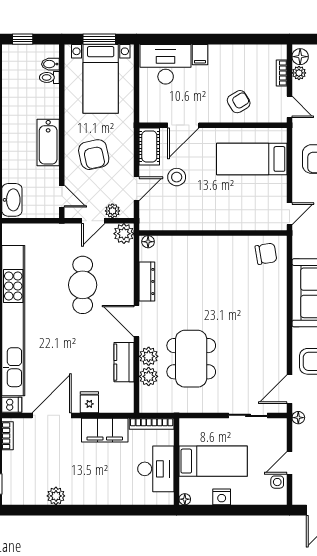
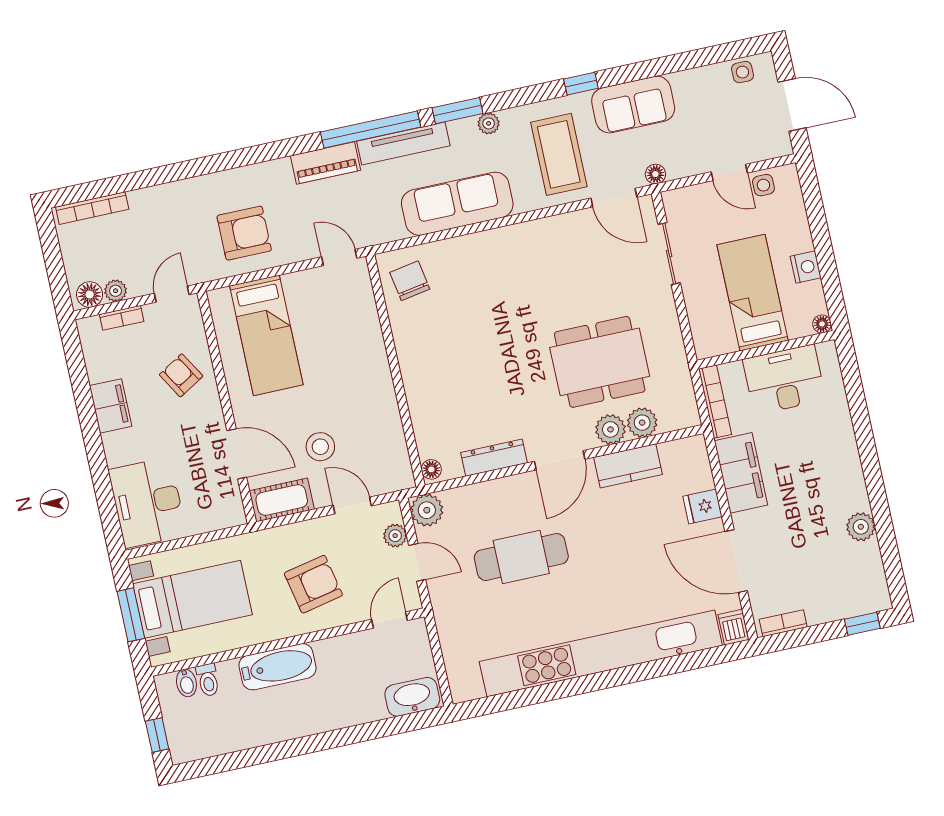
filing cabinet: (200, 55) -> (111, 406), moved, width x2.00
bathtub: (48, 143) -> (277, 667), moved

